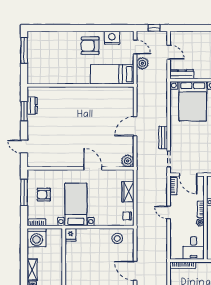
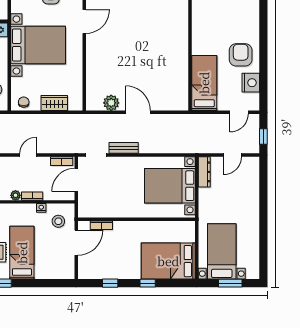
plant: (142, 63) -> (218, 122), removed
plant: (128, 161) -> (111, 103), moved
door: (93, 168) -> (84, 21), moved
bed with nightstands: (76, 204) -> (38, 45), width x1.36

